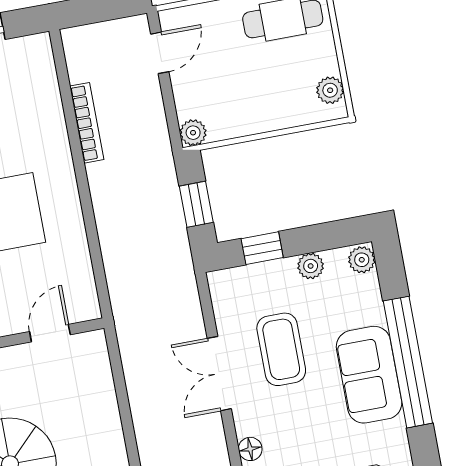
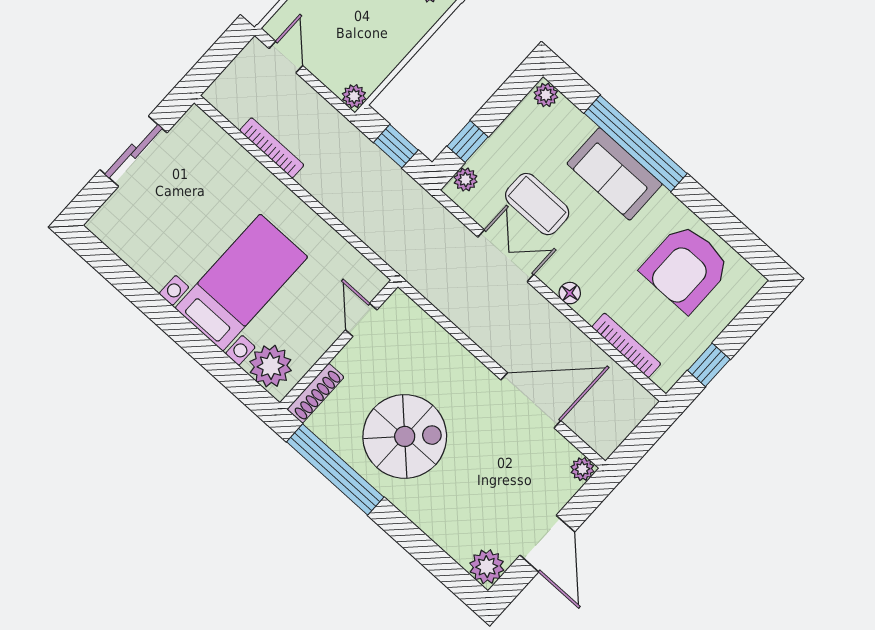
plant: (311, 266) -> (466, 179), moved
double door: (219, 374) -> (506, 256), swing flipped

